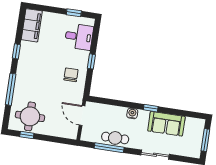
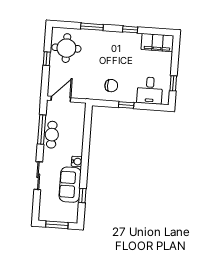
window: (11, 89) -> (92, 27), width x0.69
window: (151, 108) -> (82, 196), moved
water cooler: (132, 113) -> (77, 162), moved
door: (82, 116) -> (61, 99), moved
window: (27, 135) -> (47, 59), moved

